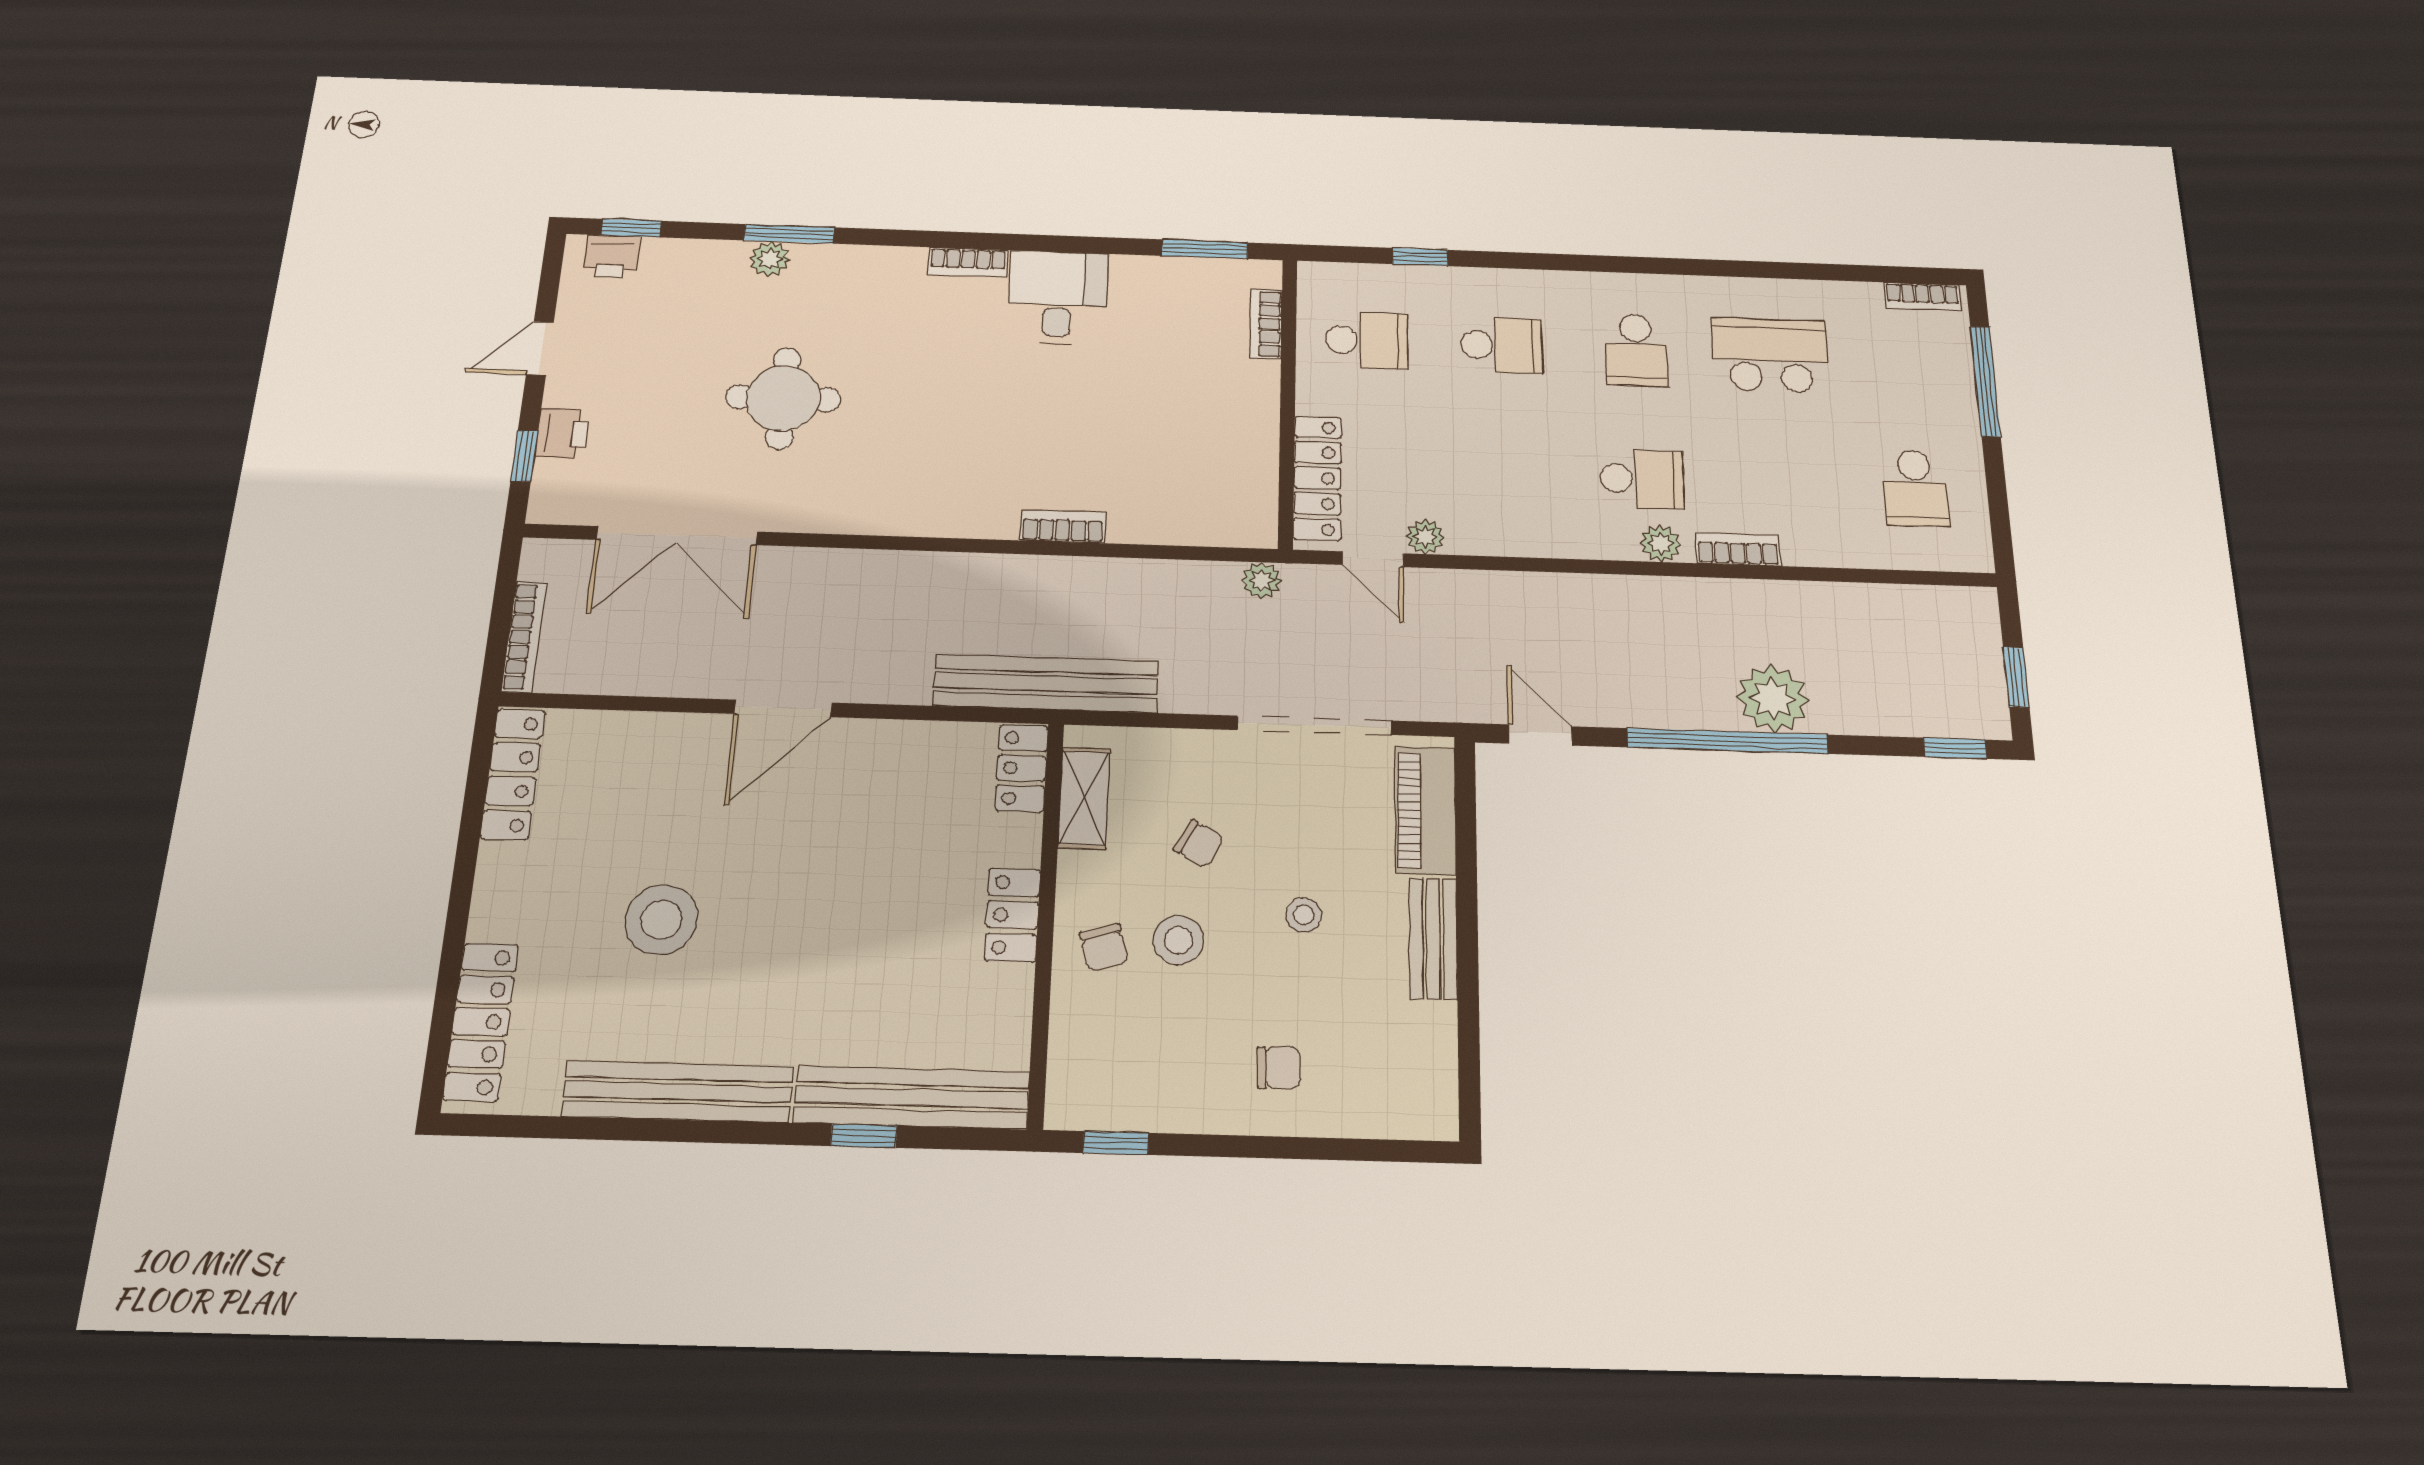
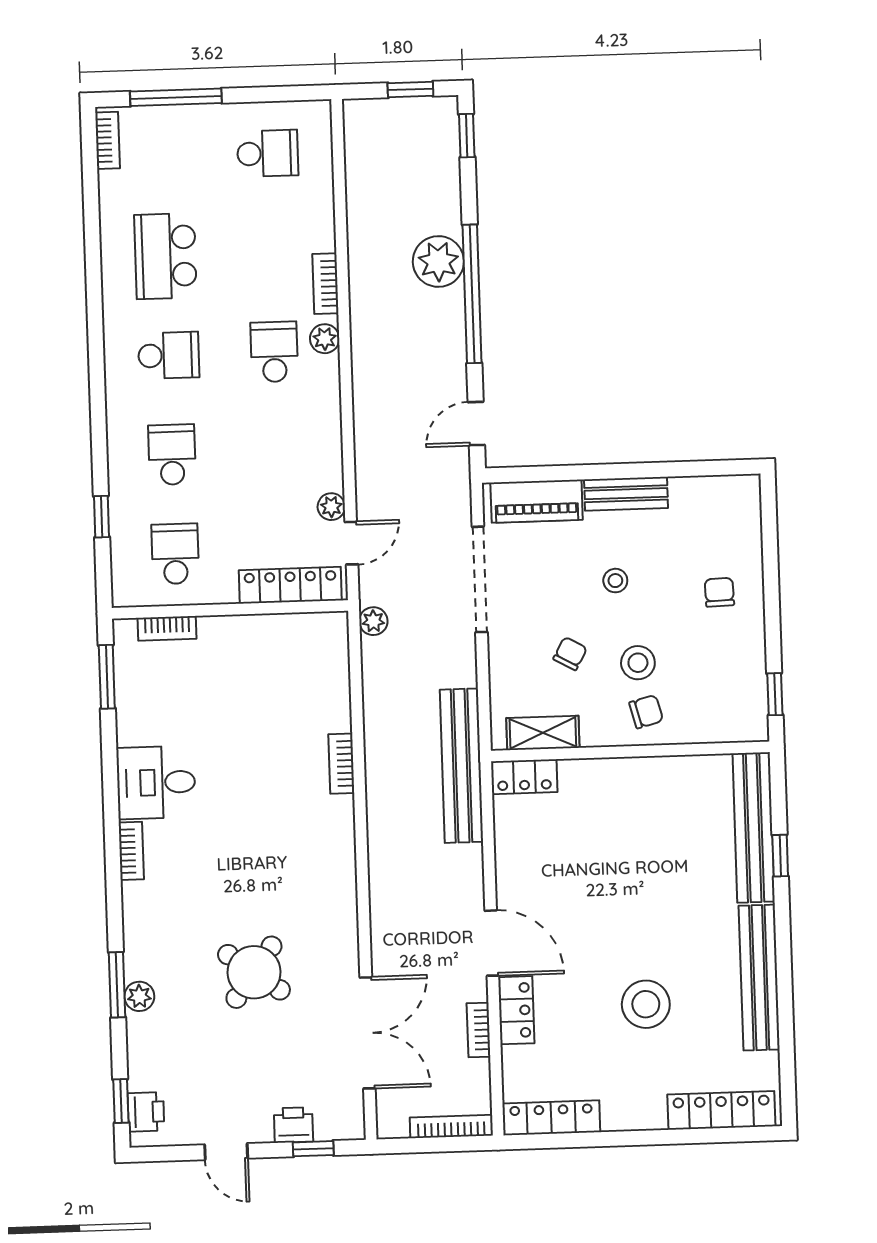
round table: (783, 398) -> (254, 972), turned 36
bookcase: (658, 682) -> (478, 1030), added
locker: (1012, 915) -> (516, 1010), moved, turned -90

